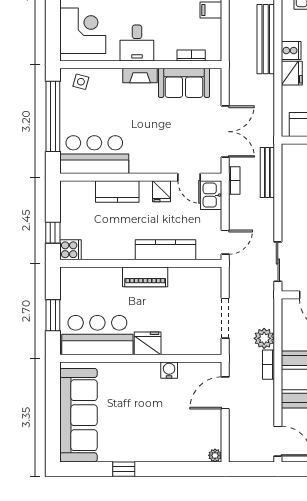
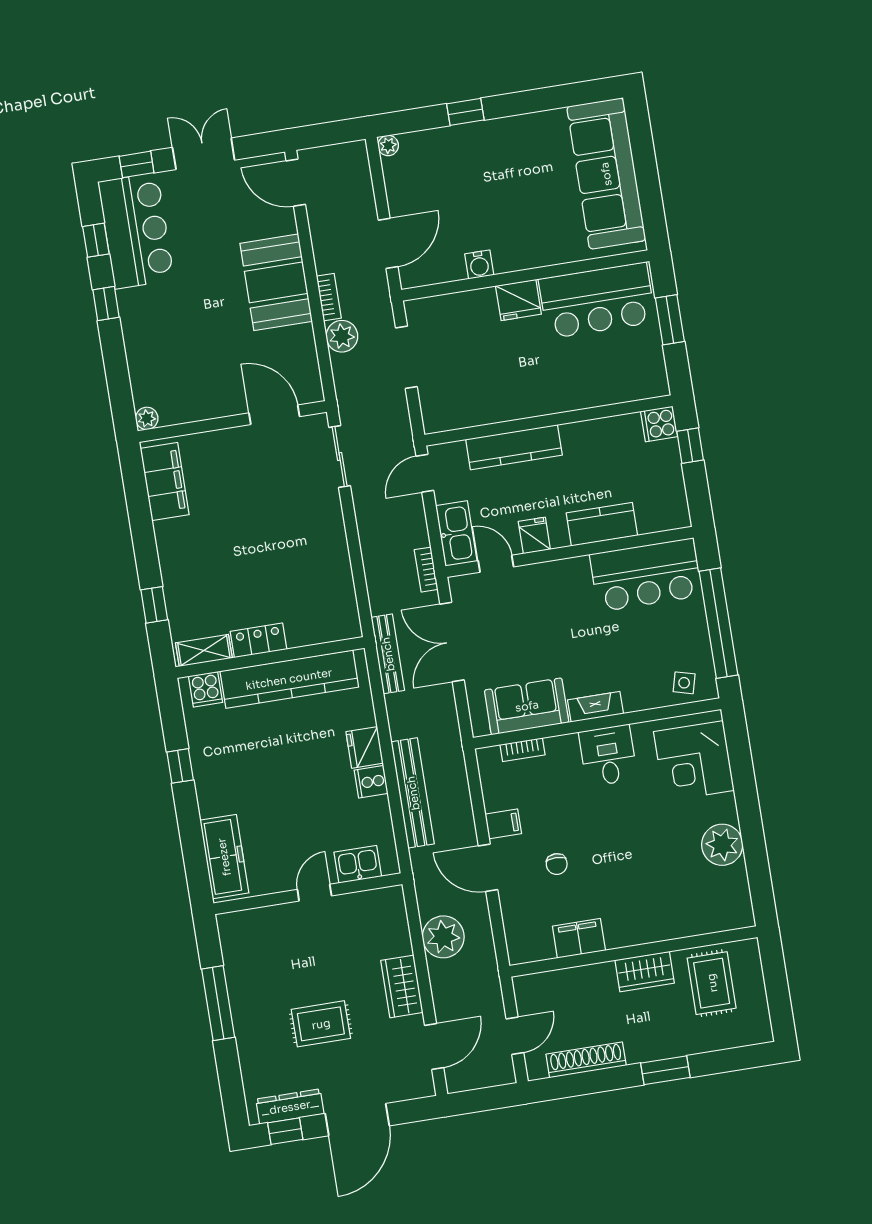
bench: (267, 172) -> (388, 654), moved
kitchen sink: (211, 195) -> (456, 533), width x1.38
piano: (145, 277) -> (538, 401), removed
window: (124, 469) -> (465, 112), moved

